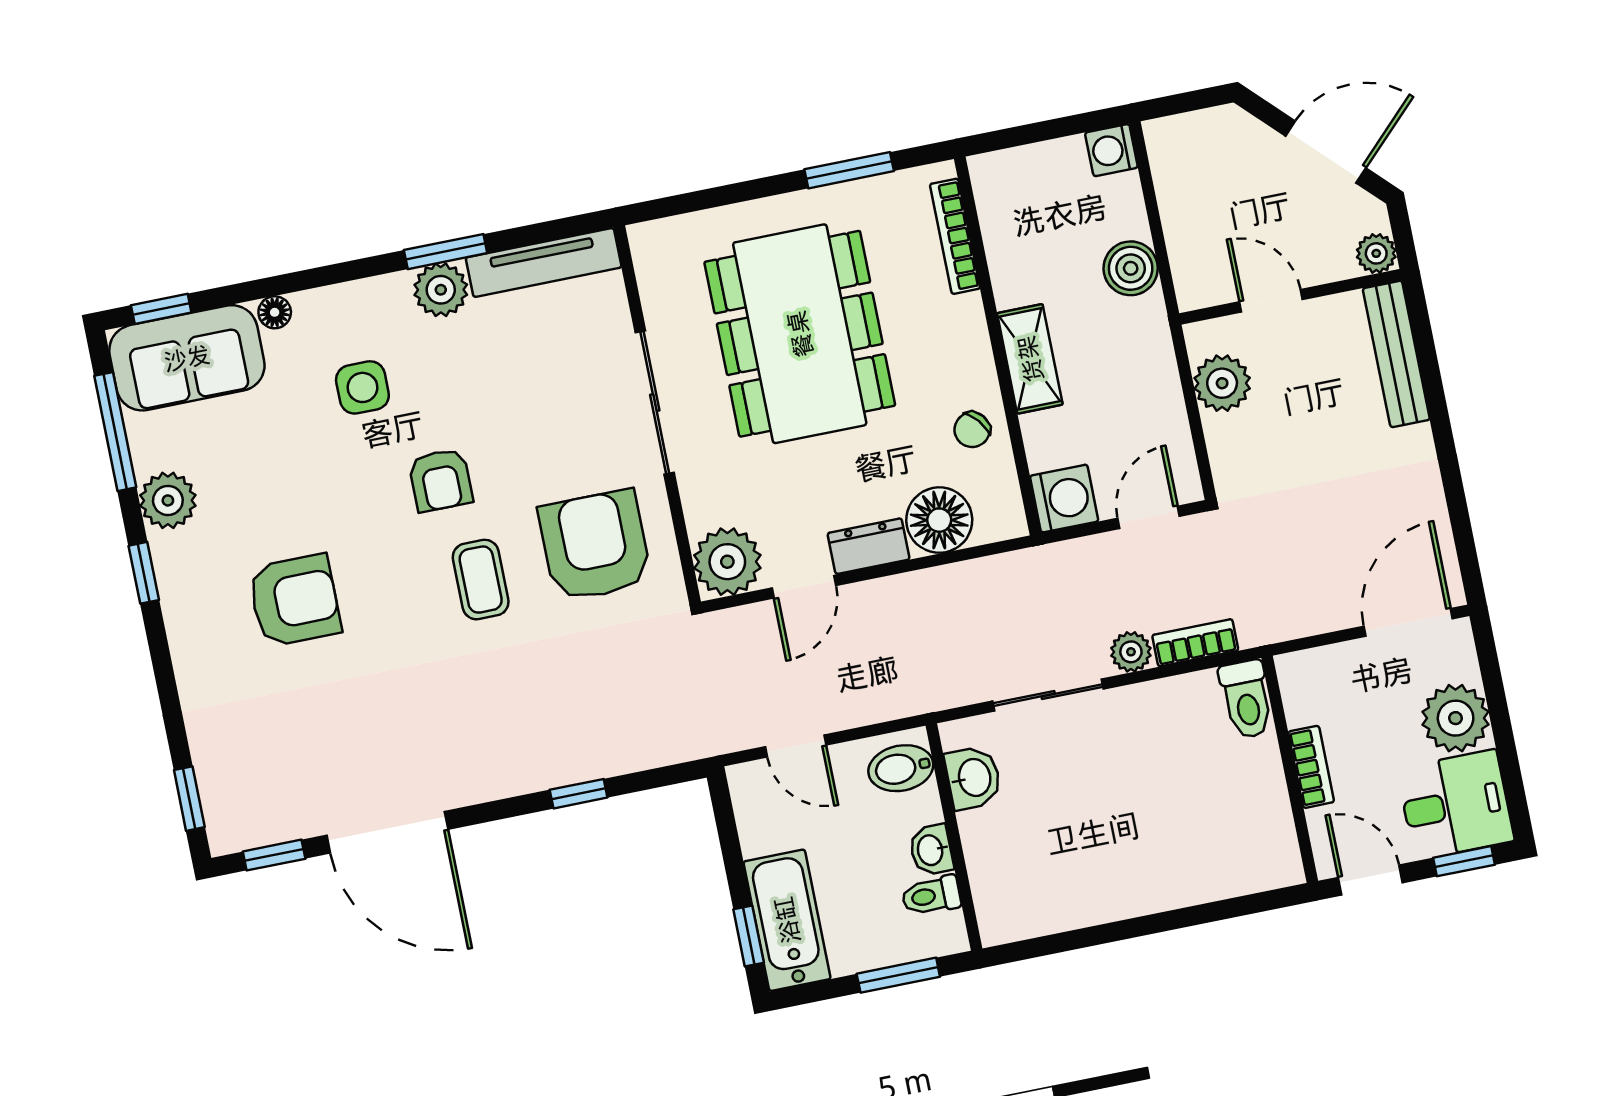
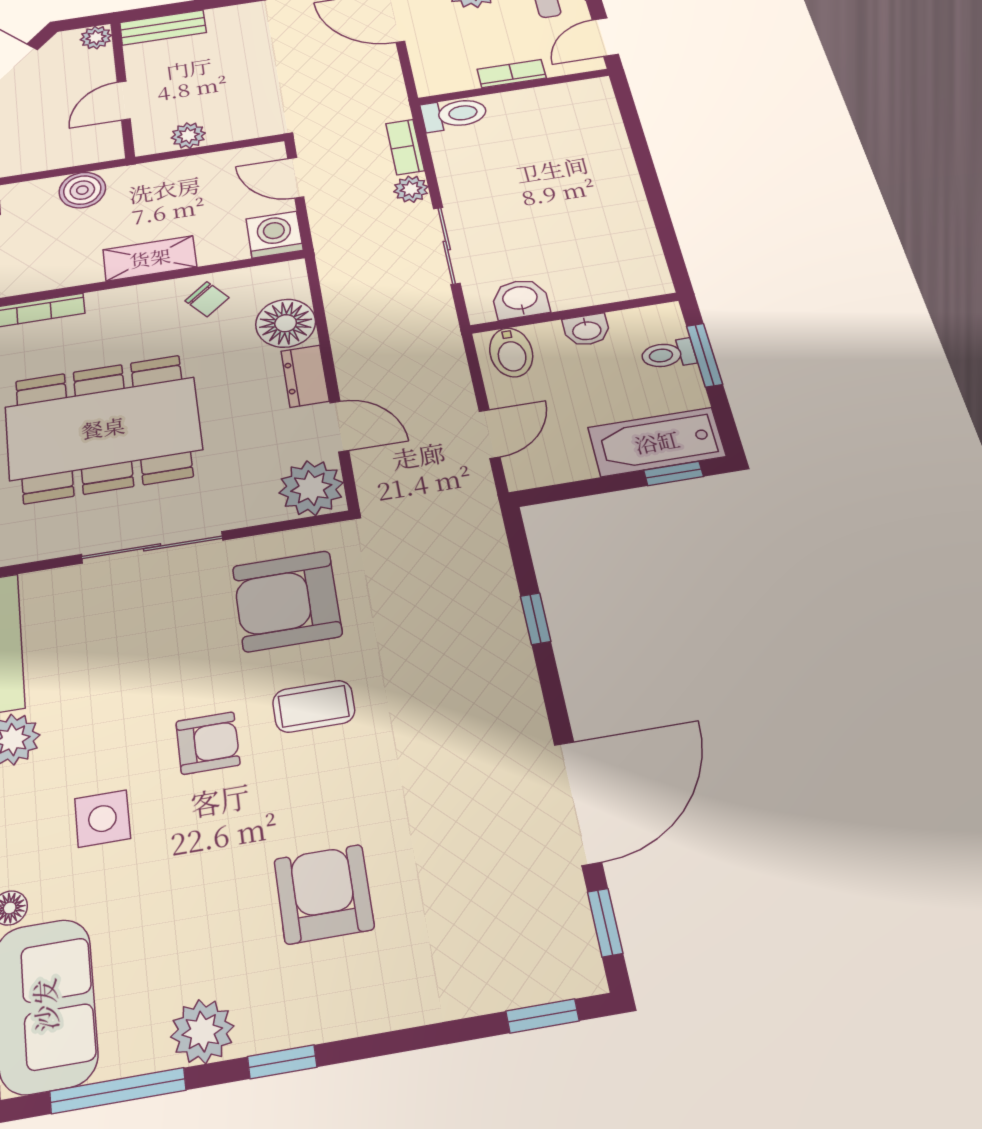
bench: (1396, 354) -> (163, 27), width x0.73
plant: (1222, 383) -> (188, 136), width x0.73, depth x0.73
toilet: (931, 896) -> (668, 354), moved, turned 90

